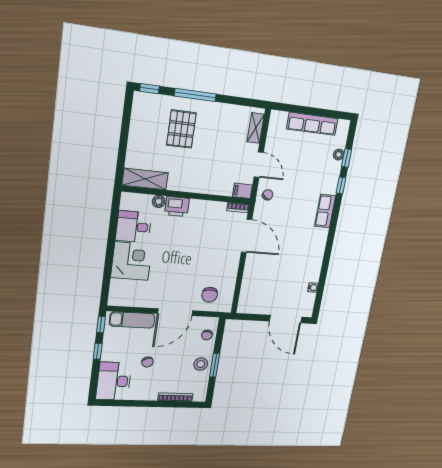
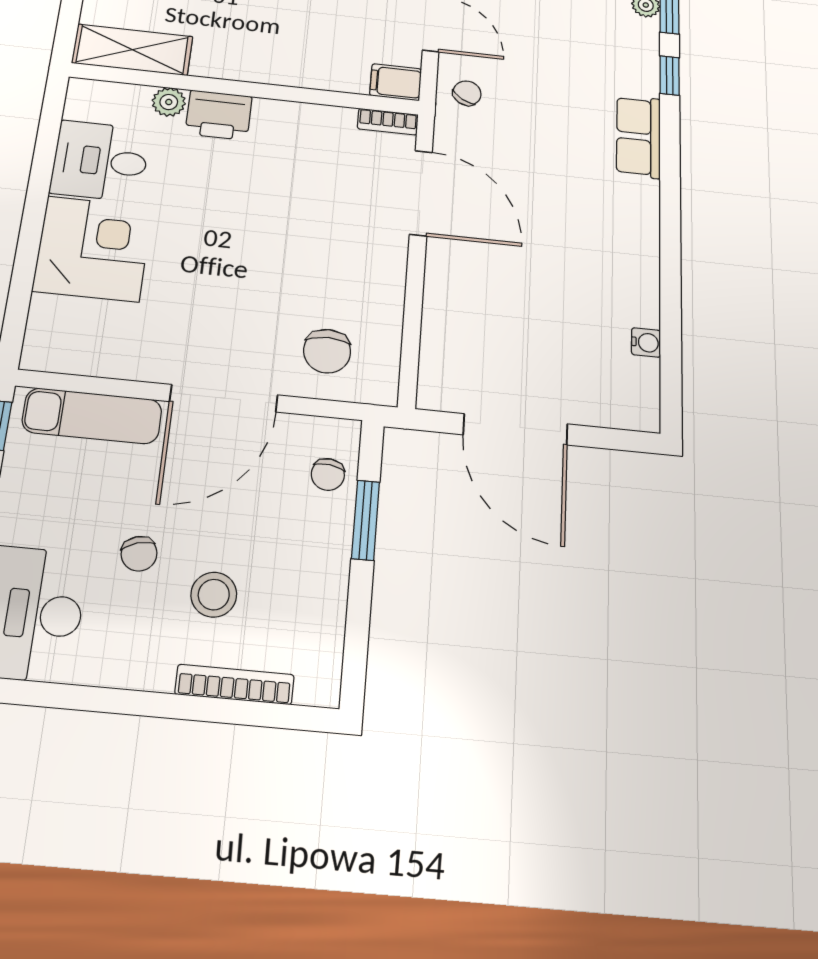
door: (286, 319) -> (515, 429), moved
stool: (201, 364) -> (214, 595), moved
window: (215, 365) -> (366, 520), moved

